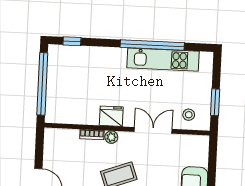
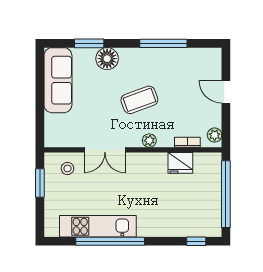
fridge: (111, 116) -> (180, 163), moved
bookcase: (92, 135) -> (187, 142), moved
plant: (50, 139) -> (215, 135), added

